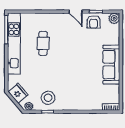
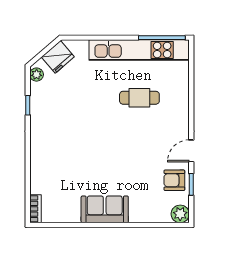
sofa: (111, 65) -> (105, 209), width x0.73
stool: (48, 98) -> (50, 106), removed

